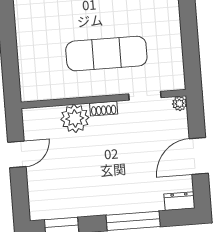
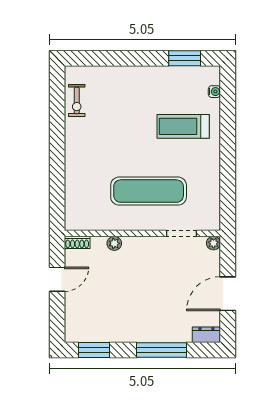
shoe rack: (104, 109) -> (77, 242), moved
plant: (75, 118) -> (114, 243), width x0.53, depth x0.53

